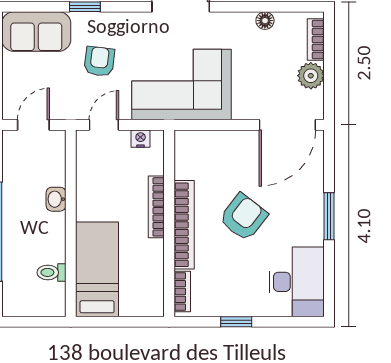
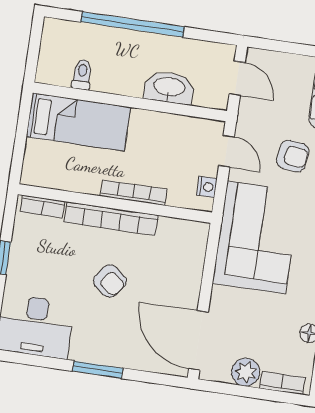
washbasin: (56, 199) -> (169, 88), width x1.91, depth x1.45
armchair: (243, 217) -> (110, 281), width x0.72, depth x0.72

